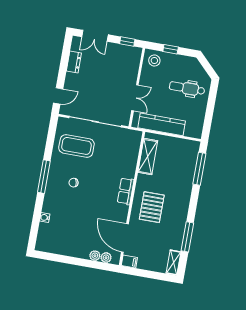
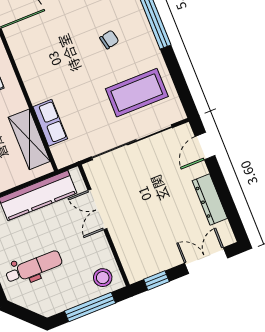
window: (171, 49) -> (90, 307), width x2.17
dresser: (74, 62) -> (210, 200), width x1.44
row of seats: (126, 191) -> (50, 123), moved

